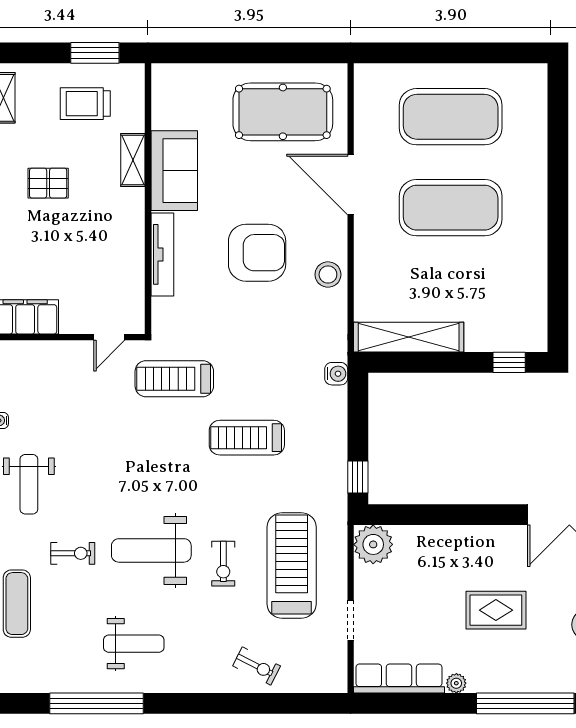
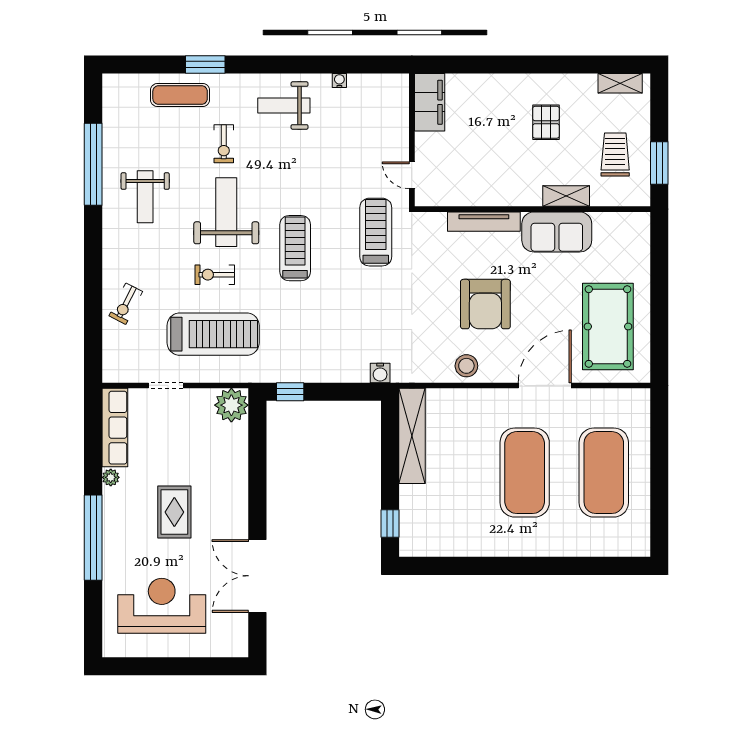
treadmill: (247, 438) -> (295, 248), moved

